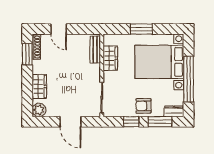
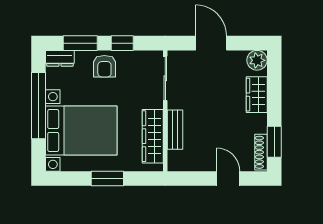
bench: (95, 50) -> (175, 130), moved
wardrobe: (110, 58) -> (153, 136), width x1.50
armchair: (143, 106) -> (104, 66), turned 90

